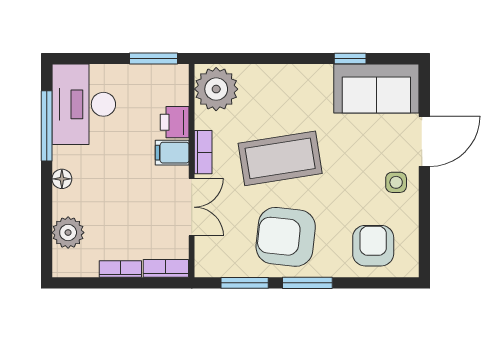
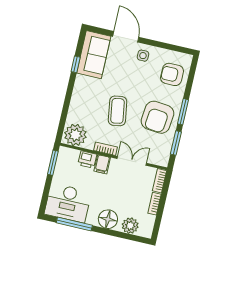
coffee table: (280, 158) -> (118, 111), width x0.73, depth x0.76
floor lamp: (62, 179) -> (108, 219), width x1.89, depth x1.89

